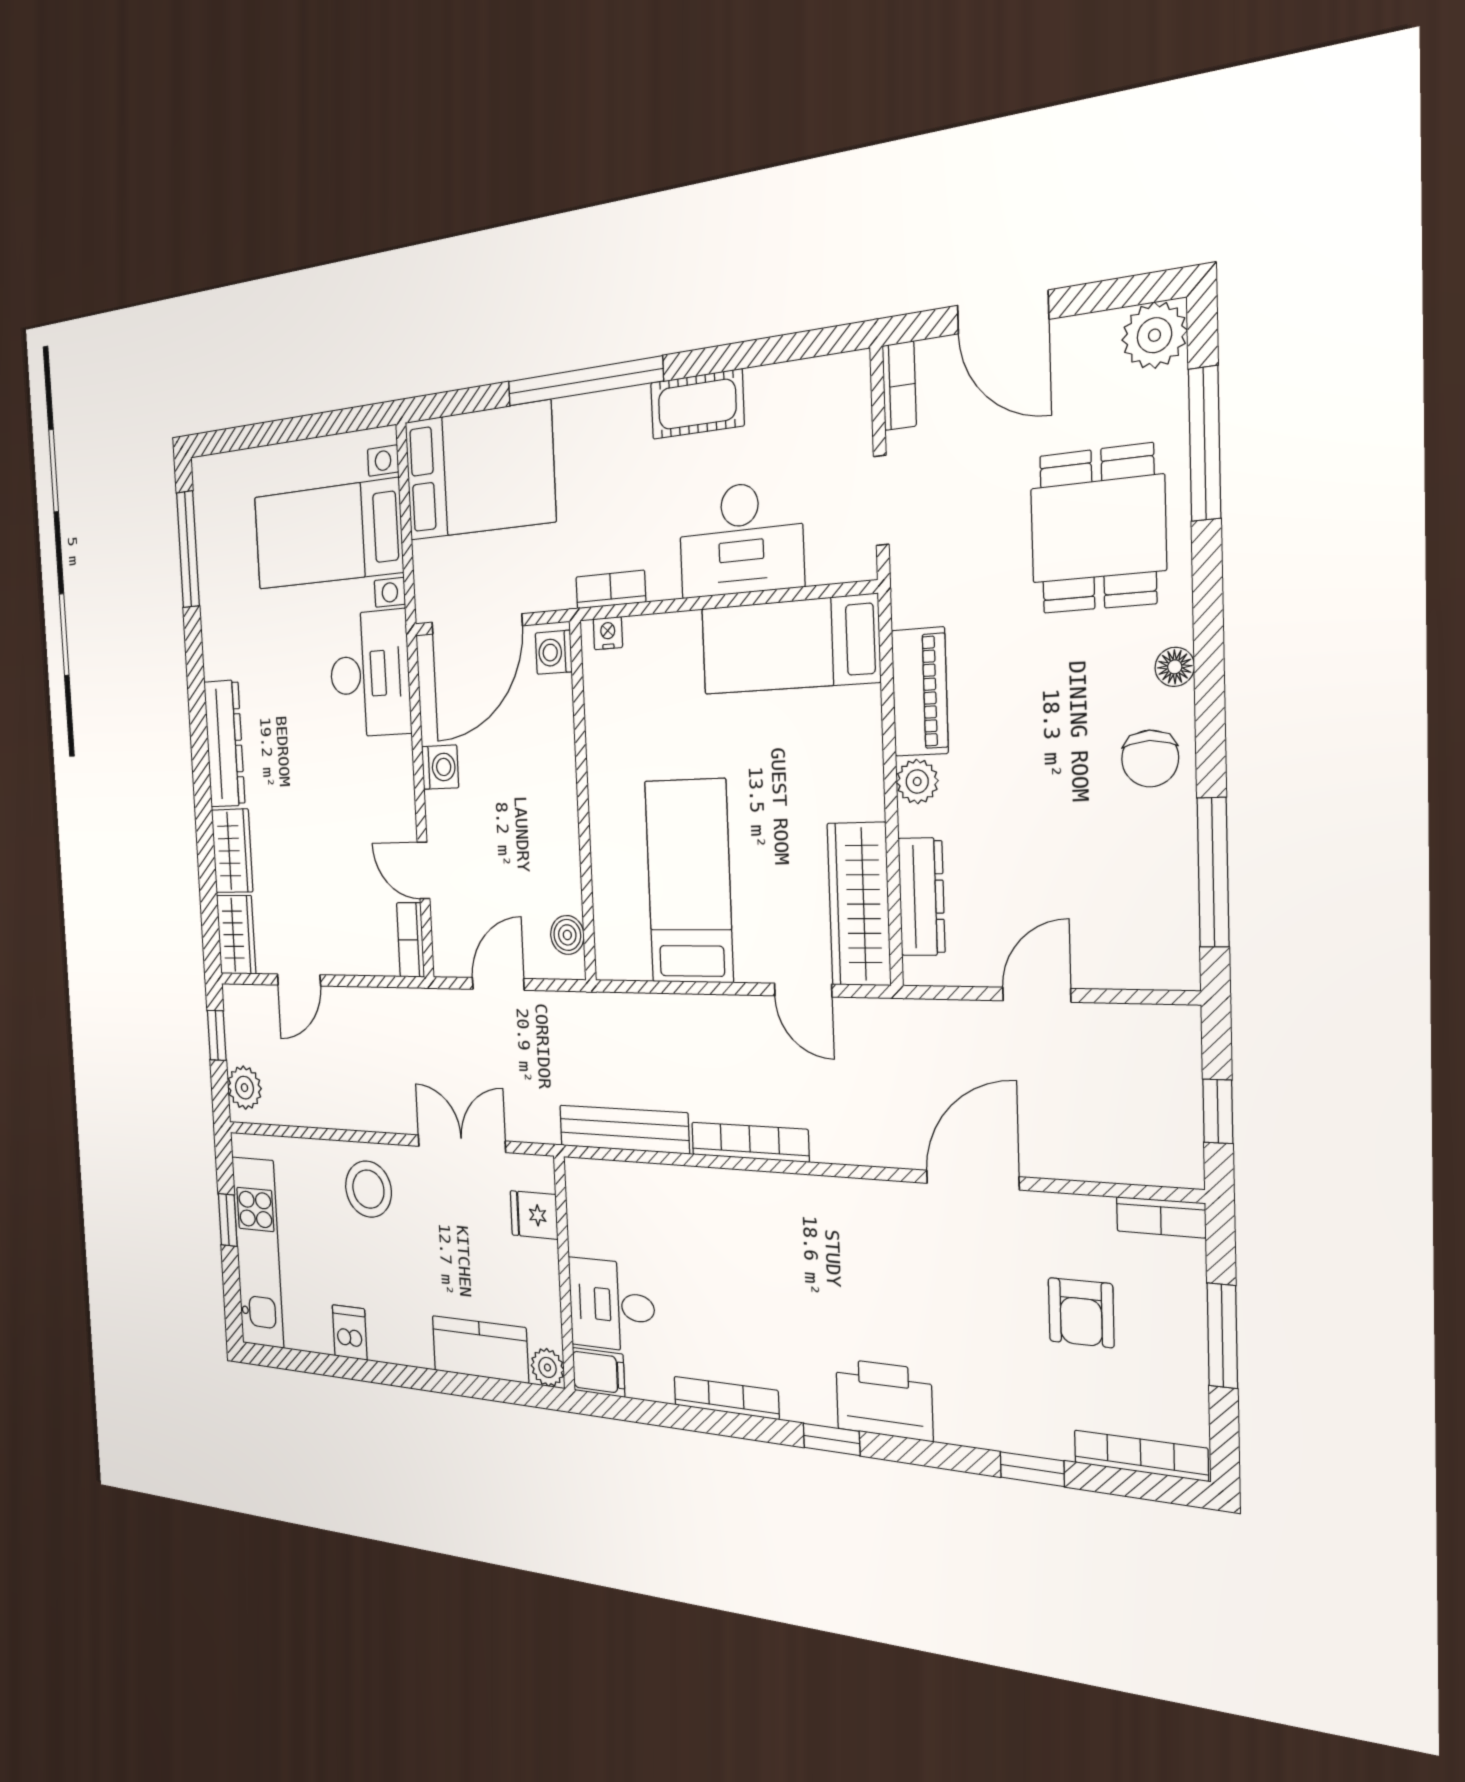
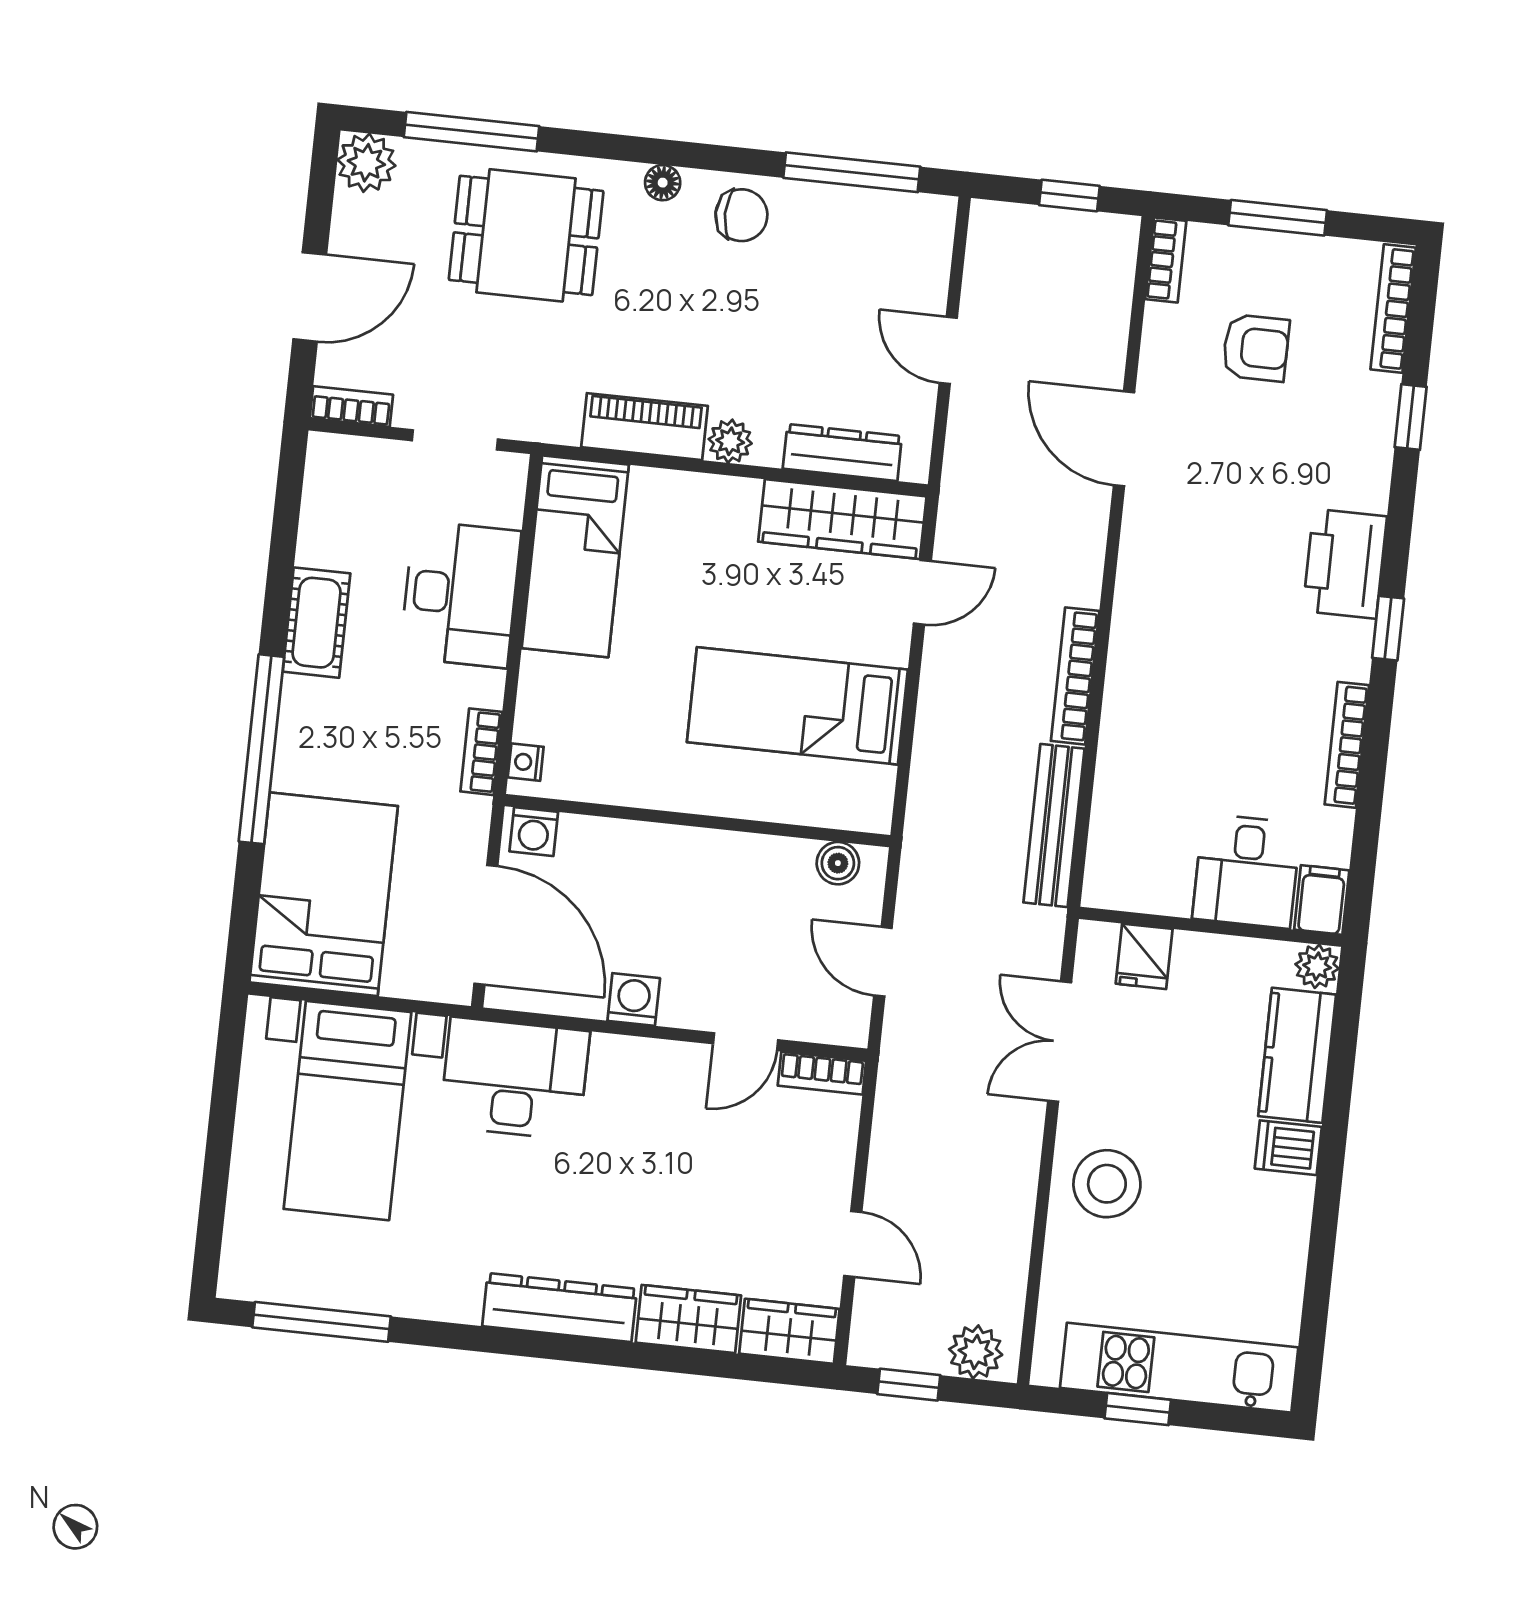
dishwasher: (350, 1332) -> (1288, 1148), moved

